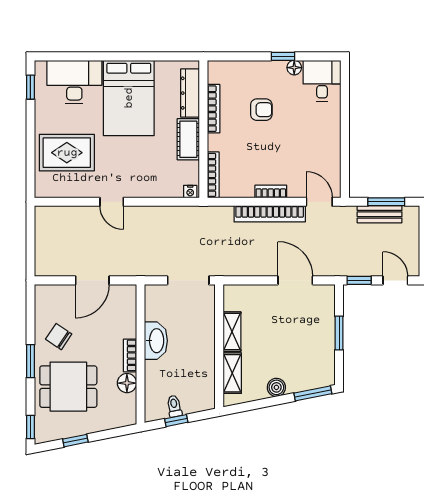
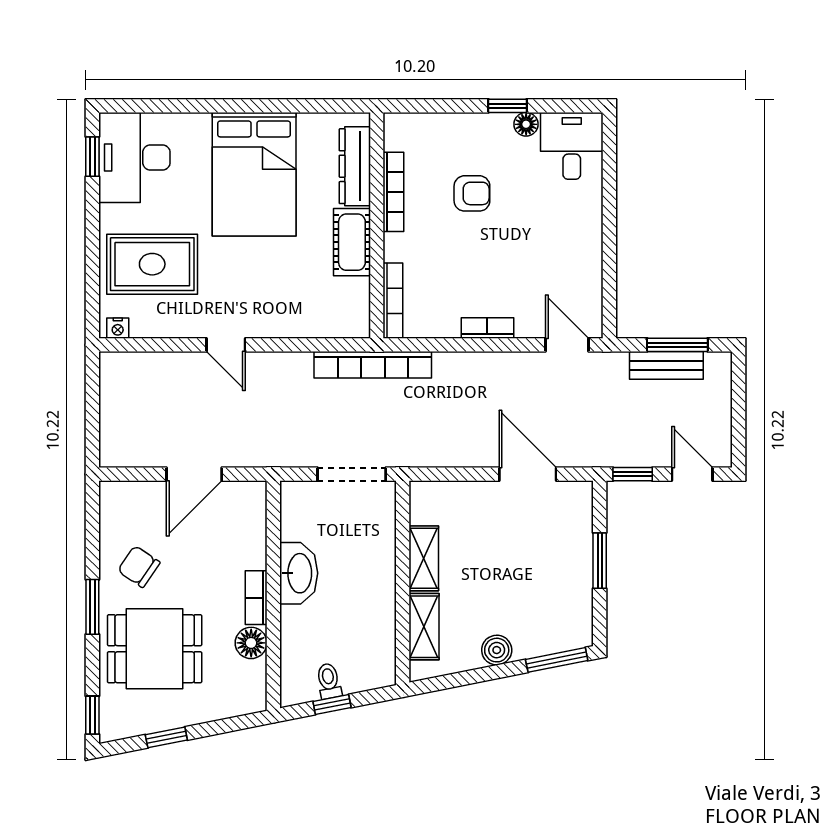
desk: (74, 82) -> (134, 157), moved, turned -90
nightstand: (190, 192) -> (118, 328), moved
bookcase: (270, 214) -> (373, 365), moved

